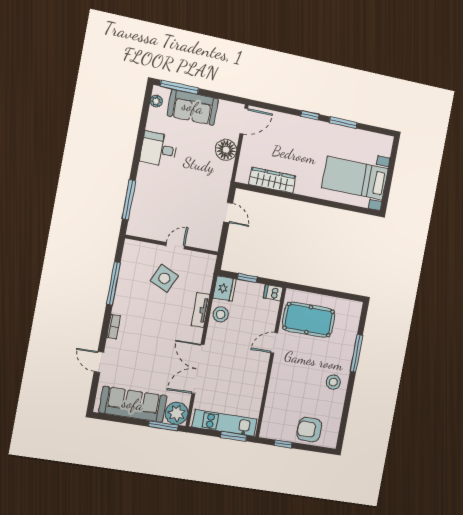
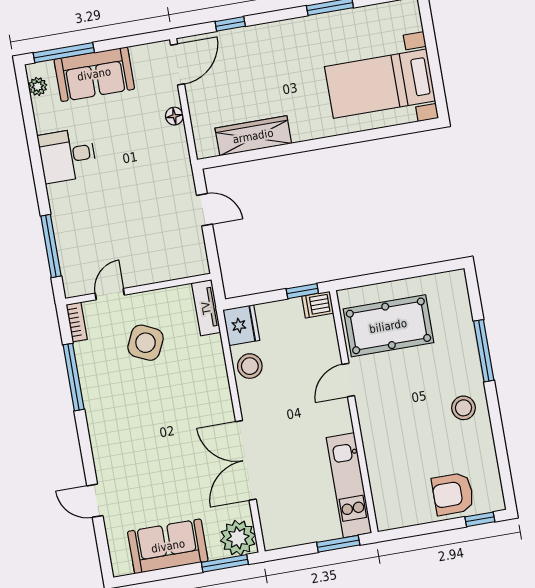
window: (310, 115) -> (230, 24), moved
floor lamp: (226, 150) -> (174, 116), width x0.53, depth x0.53
door: (175, 246) -> (110, 294), moved
window: (247, 278) -> (302, 291), moved
tv unit: (200, 310) -> (206, 308), moved
bookcase: (114, 327) -> (77, 322), moved
sofa: (133, 404) -> (168, 546), width x0.73
kitchen unit: (225, 423) -> (349, 485), moved, turned -90
window: (283, 444) -> (480, 519), moved

